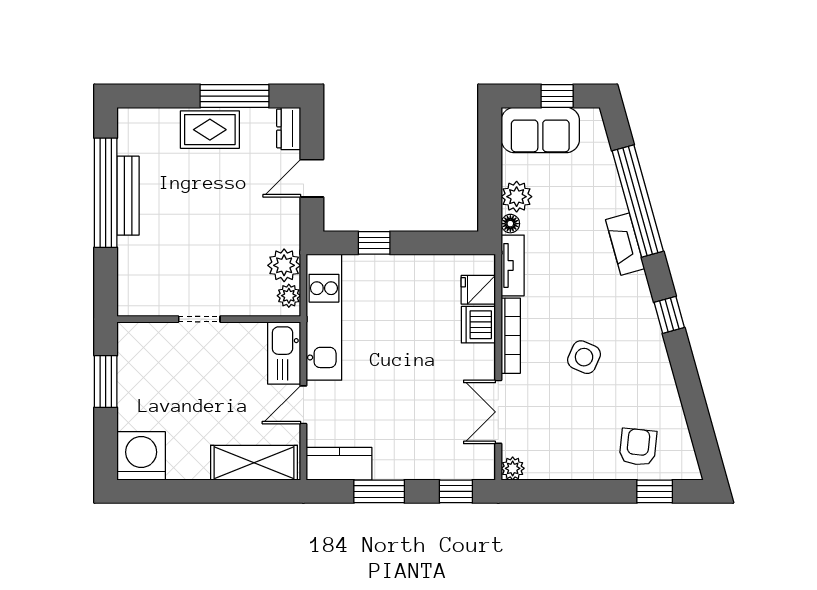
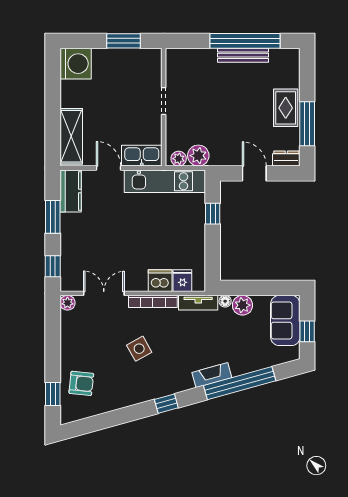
side table: (584, 357) -> (139, 349), turned 37

